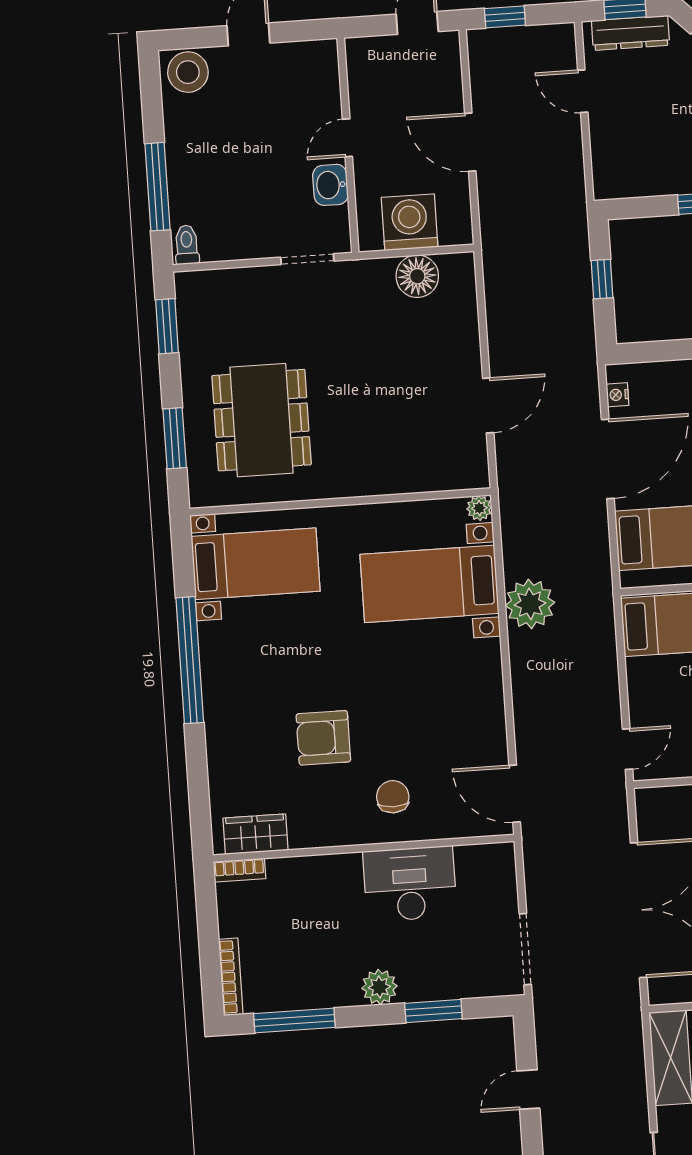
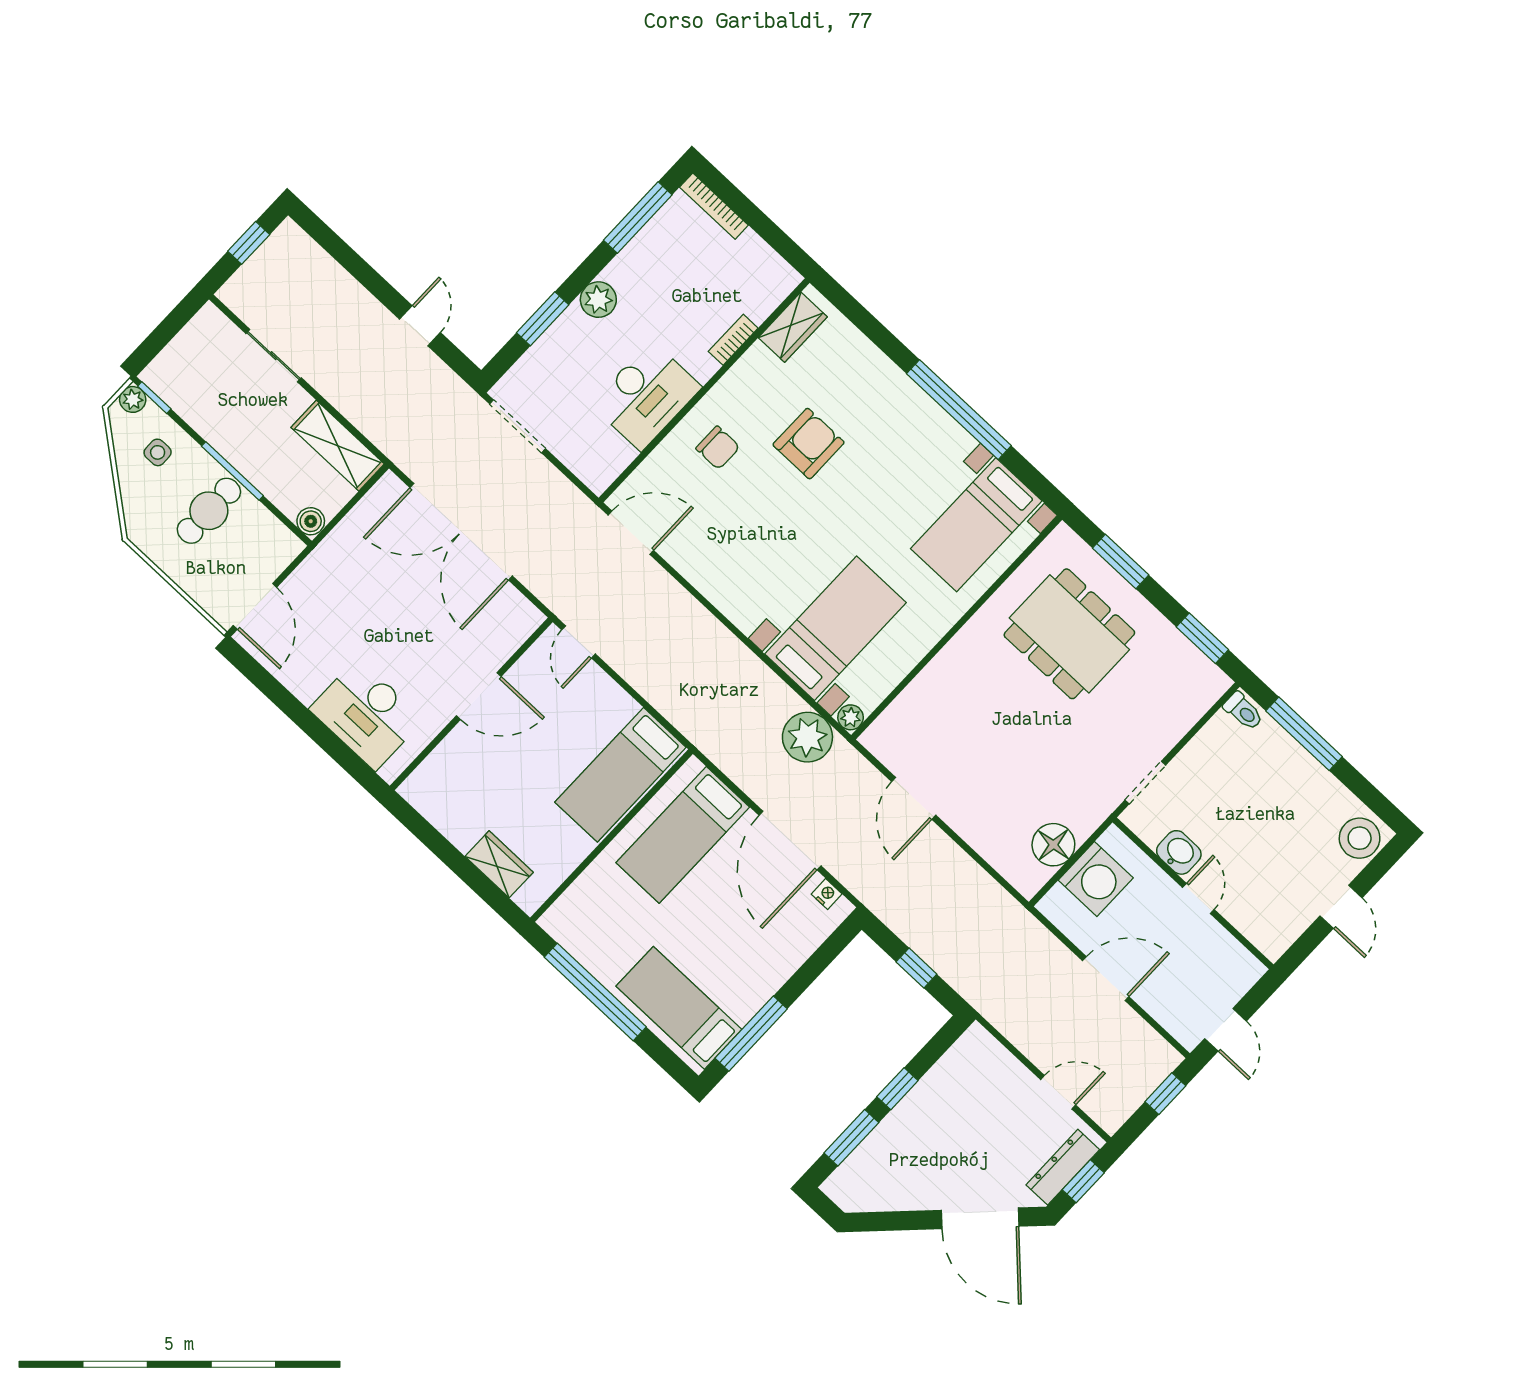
plant: (530, 604) -> (807, 737), moved
bookcase: (239, 870) -> (733, 340), moved

